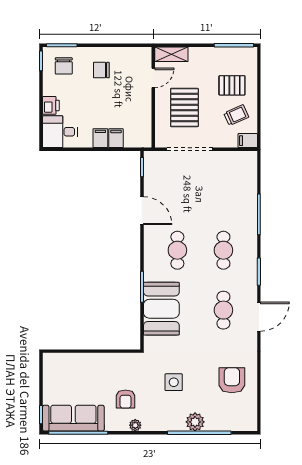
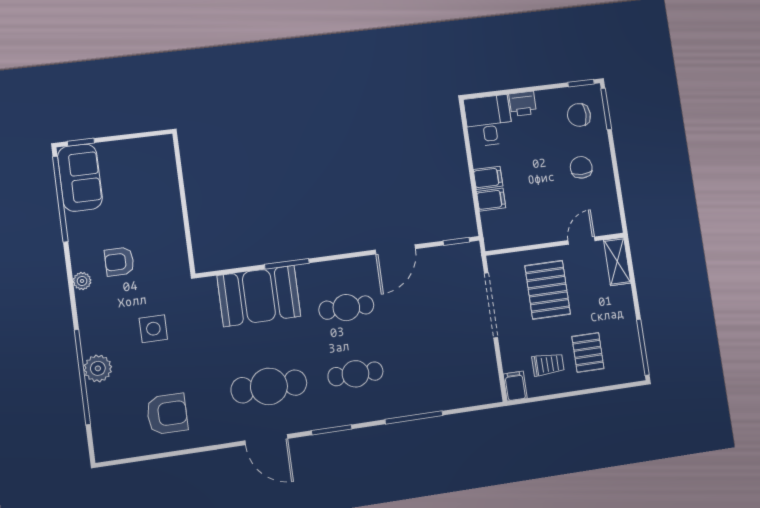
door: (153, 78) -> (582, 241), swing flipped
pallet: (184, 108) -> (548, 290), turned 90
trolley: (236, 115) -> (548, 364), turned -66
cafe table: (223, 310) -> (269, 386), width x1.37, depth x1.35
sofa: (73, 418) -> (80, 178), width x0.73

